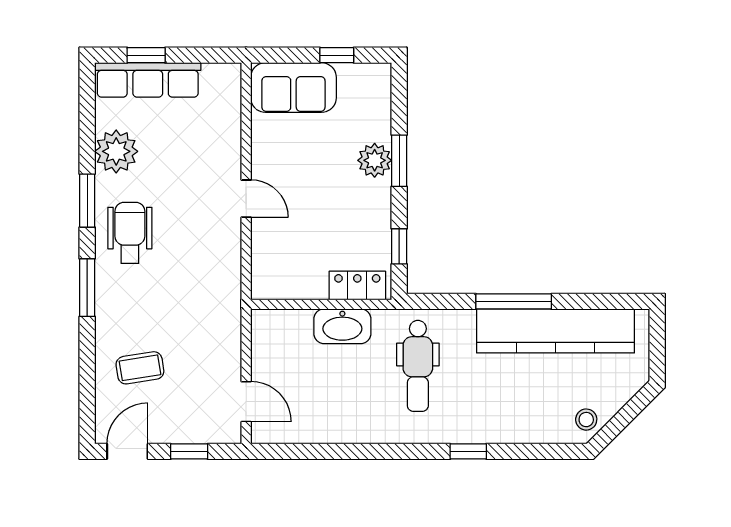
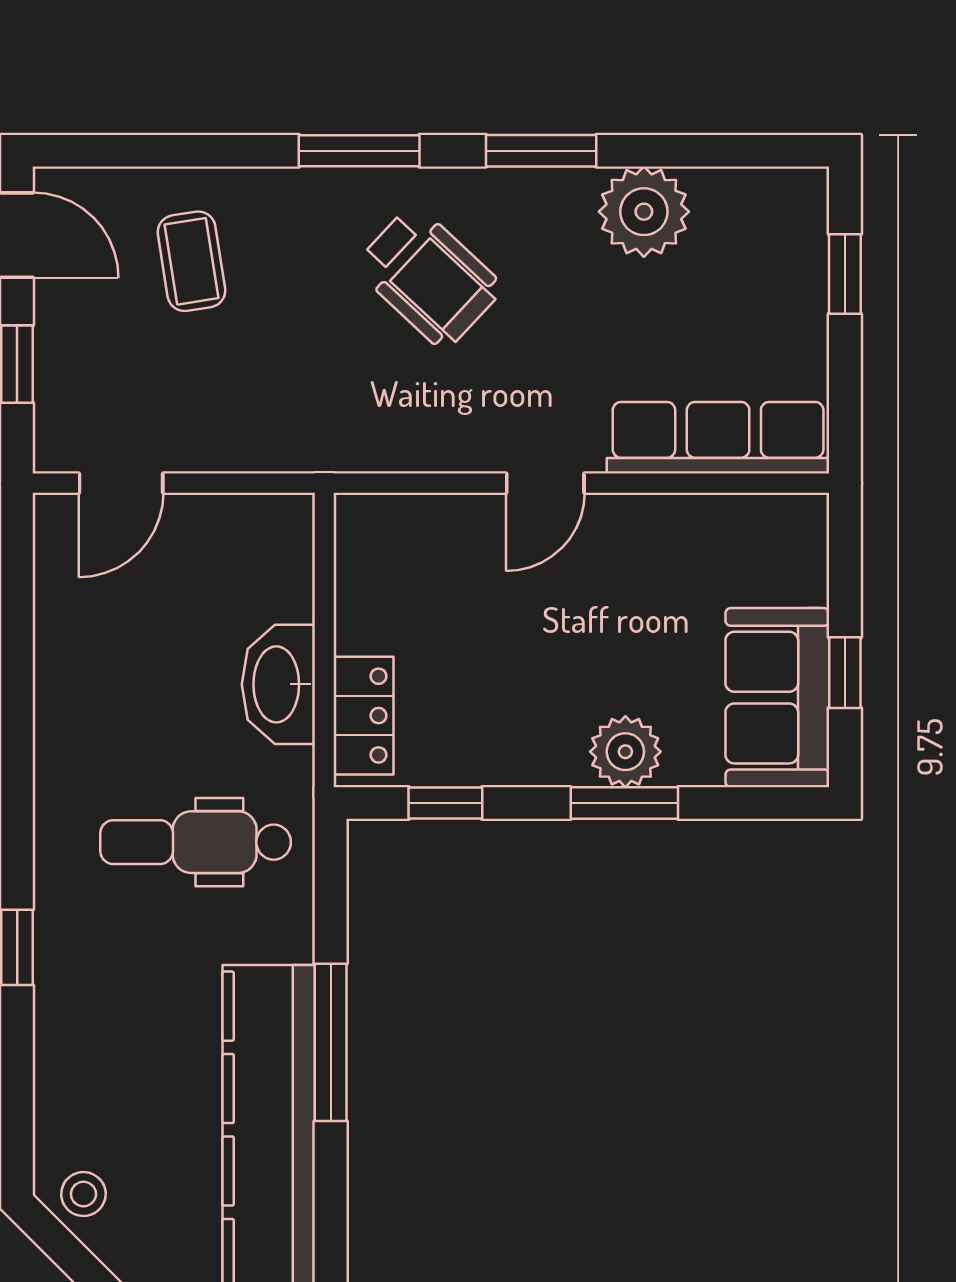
row of seats: (148, 80) -> (718, 438), moved, turned 90
sofa: (293, 88) -> (777, 698), moved
wheelchair: (130, 233) -> (429, 277), moved, turned 43

